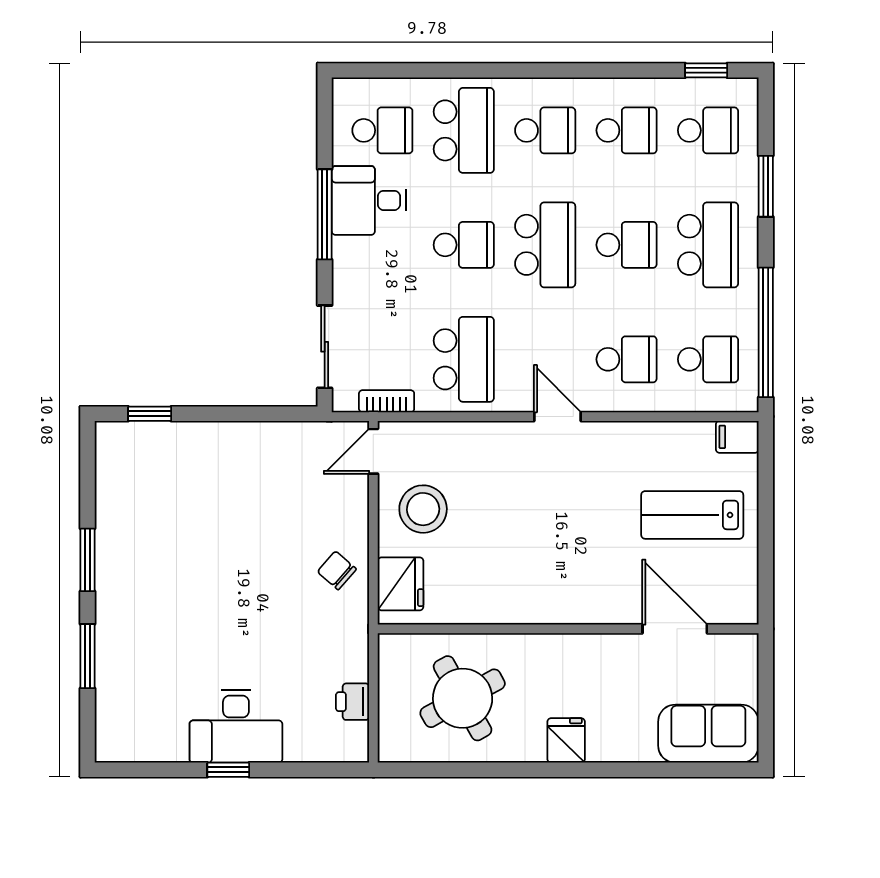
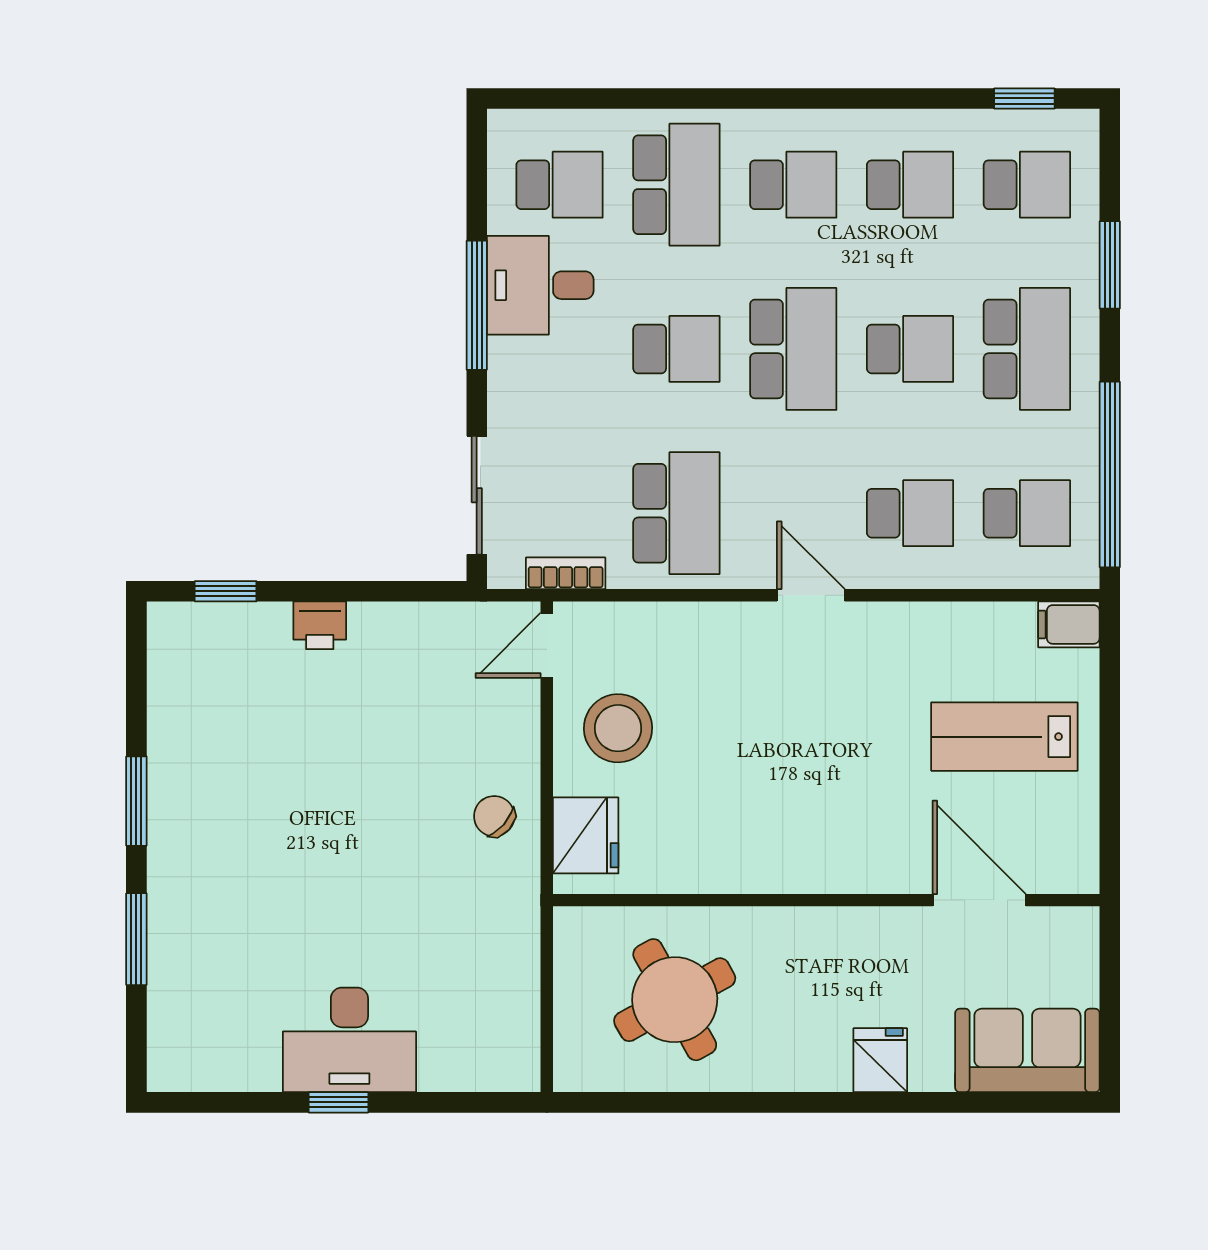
printer: (353, 702) -> (320, 625), moved, turned -90
fridge: (566, 740) -> (880, 1060), moved

